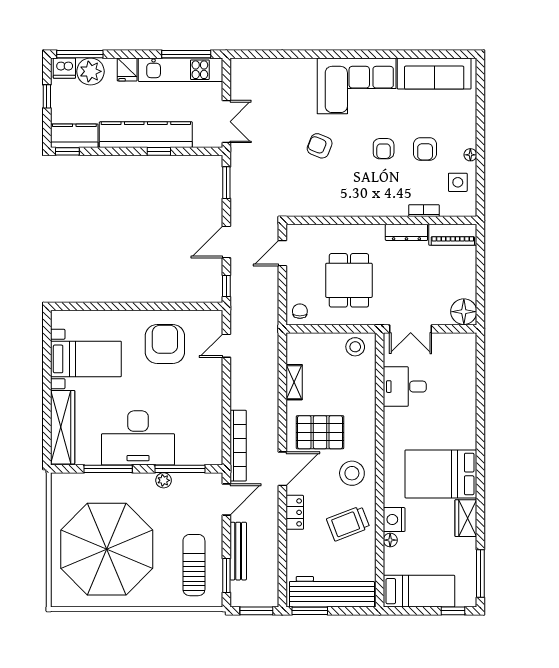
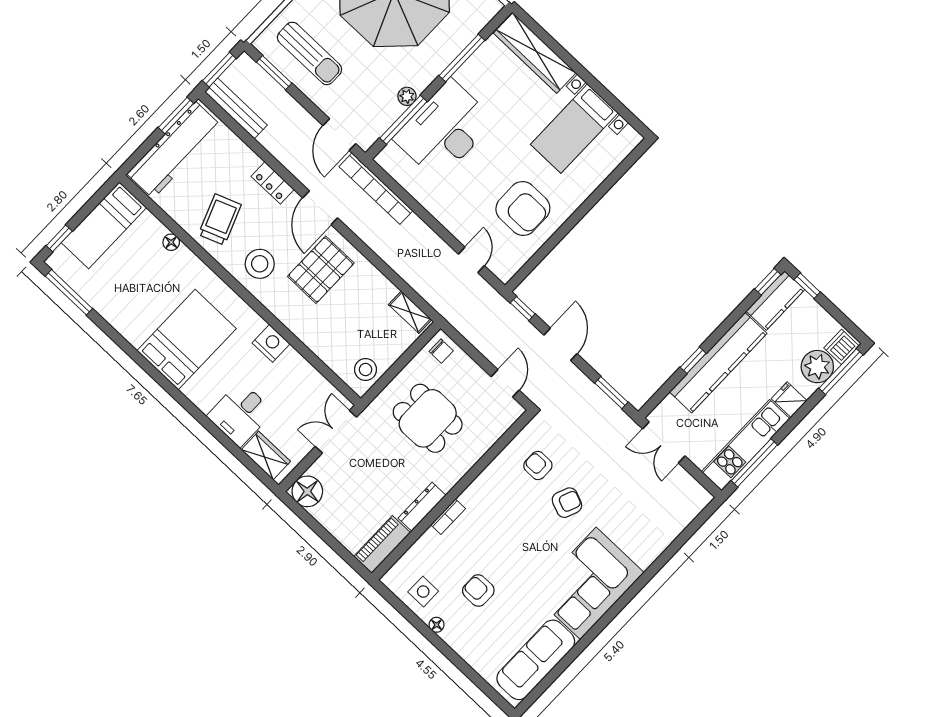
window: (47, 96) -> (807, 286), moved
armchair: (384, 149) -> (538, 465), moved
bookcase: (424, 211) -> (448, 517), moved
shelving: (294, 382) -> (410, 312), moved
desk: (405, 387) -> (240, 414), moved, turned 180
desk: (138, 438) -> (444, 130), moved
wardrobe: (466, 518) -> (266, 455), moved
nightstand: (394, 520) -> (271, 343), moved
bench: (238, 551) -> (236, 108), moved

